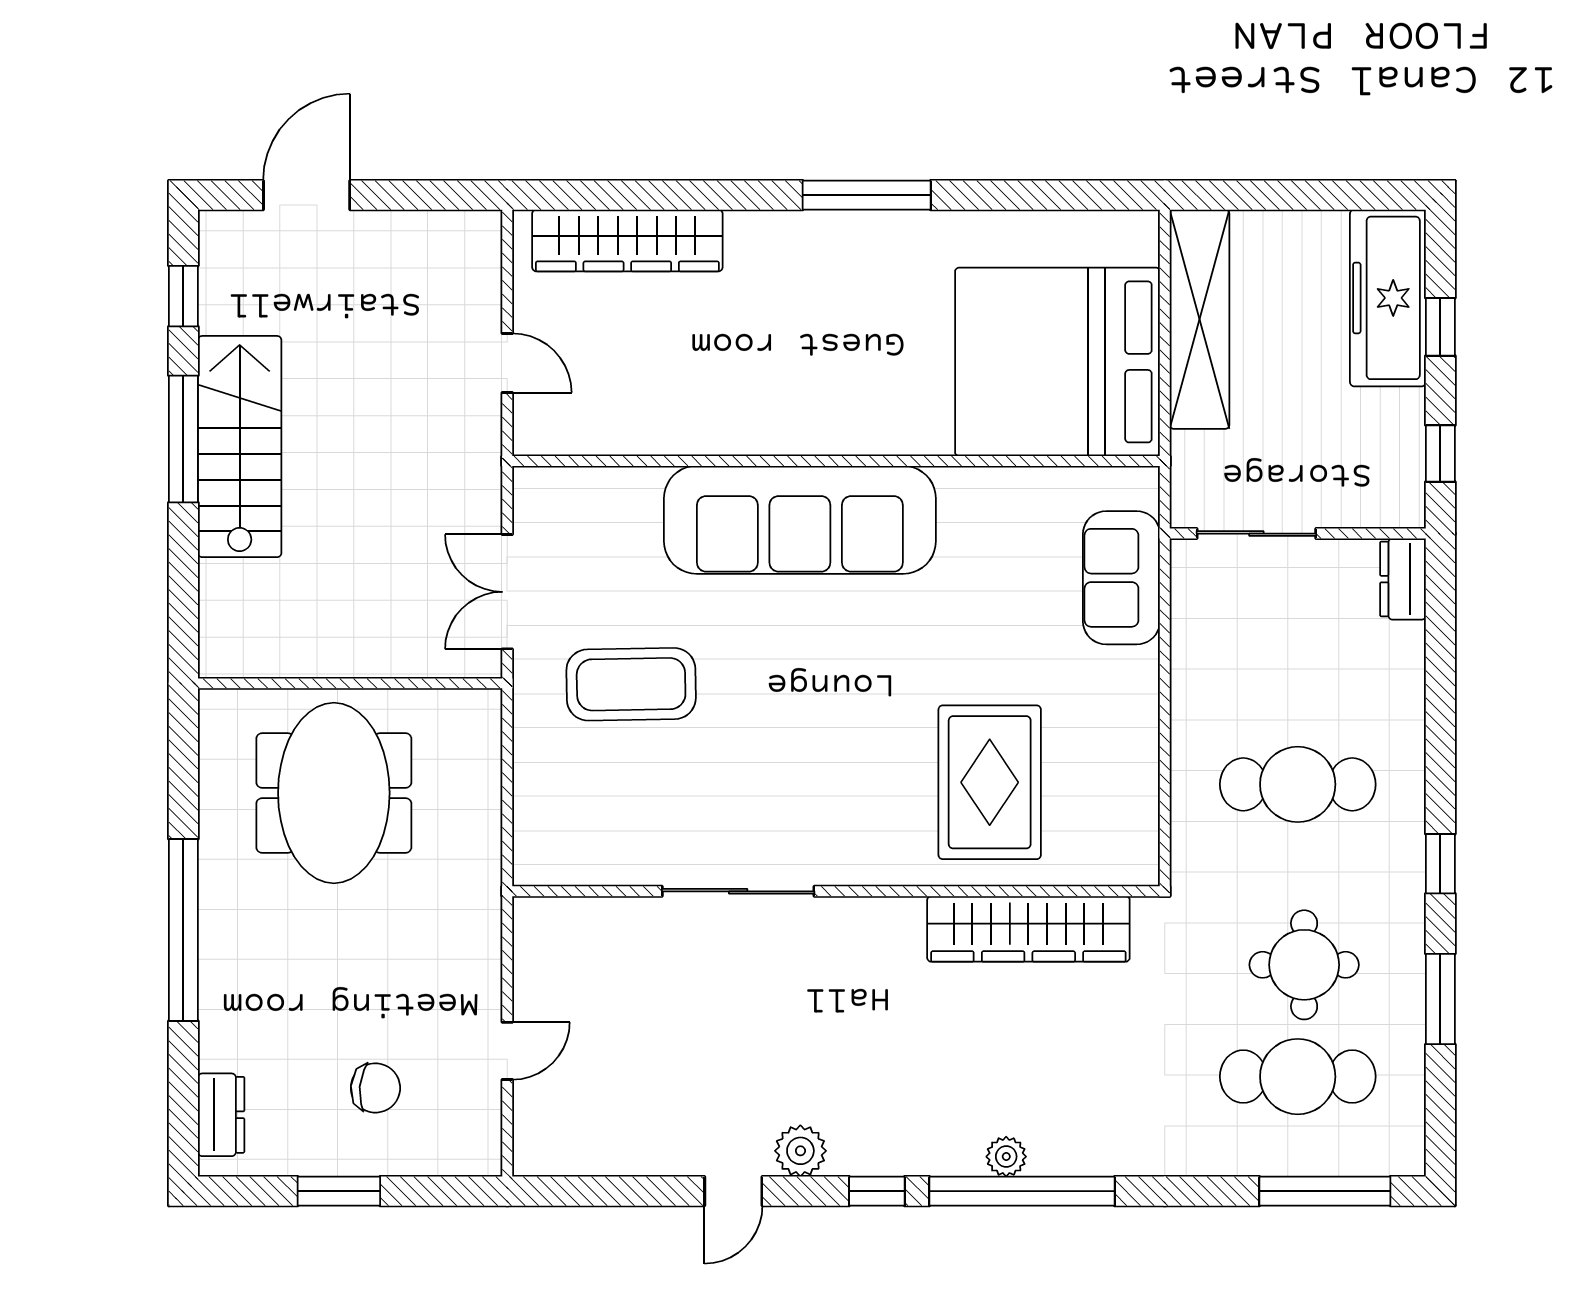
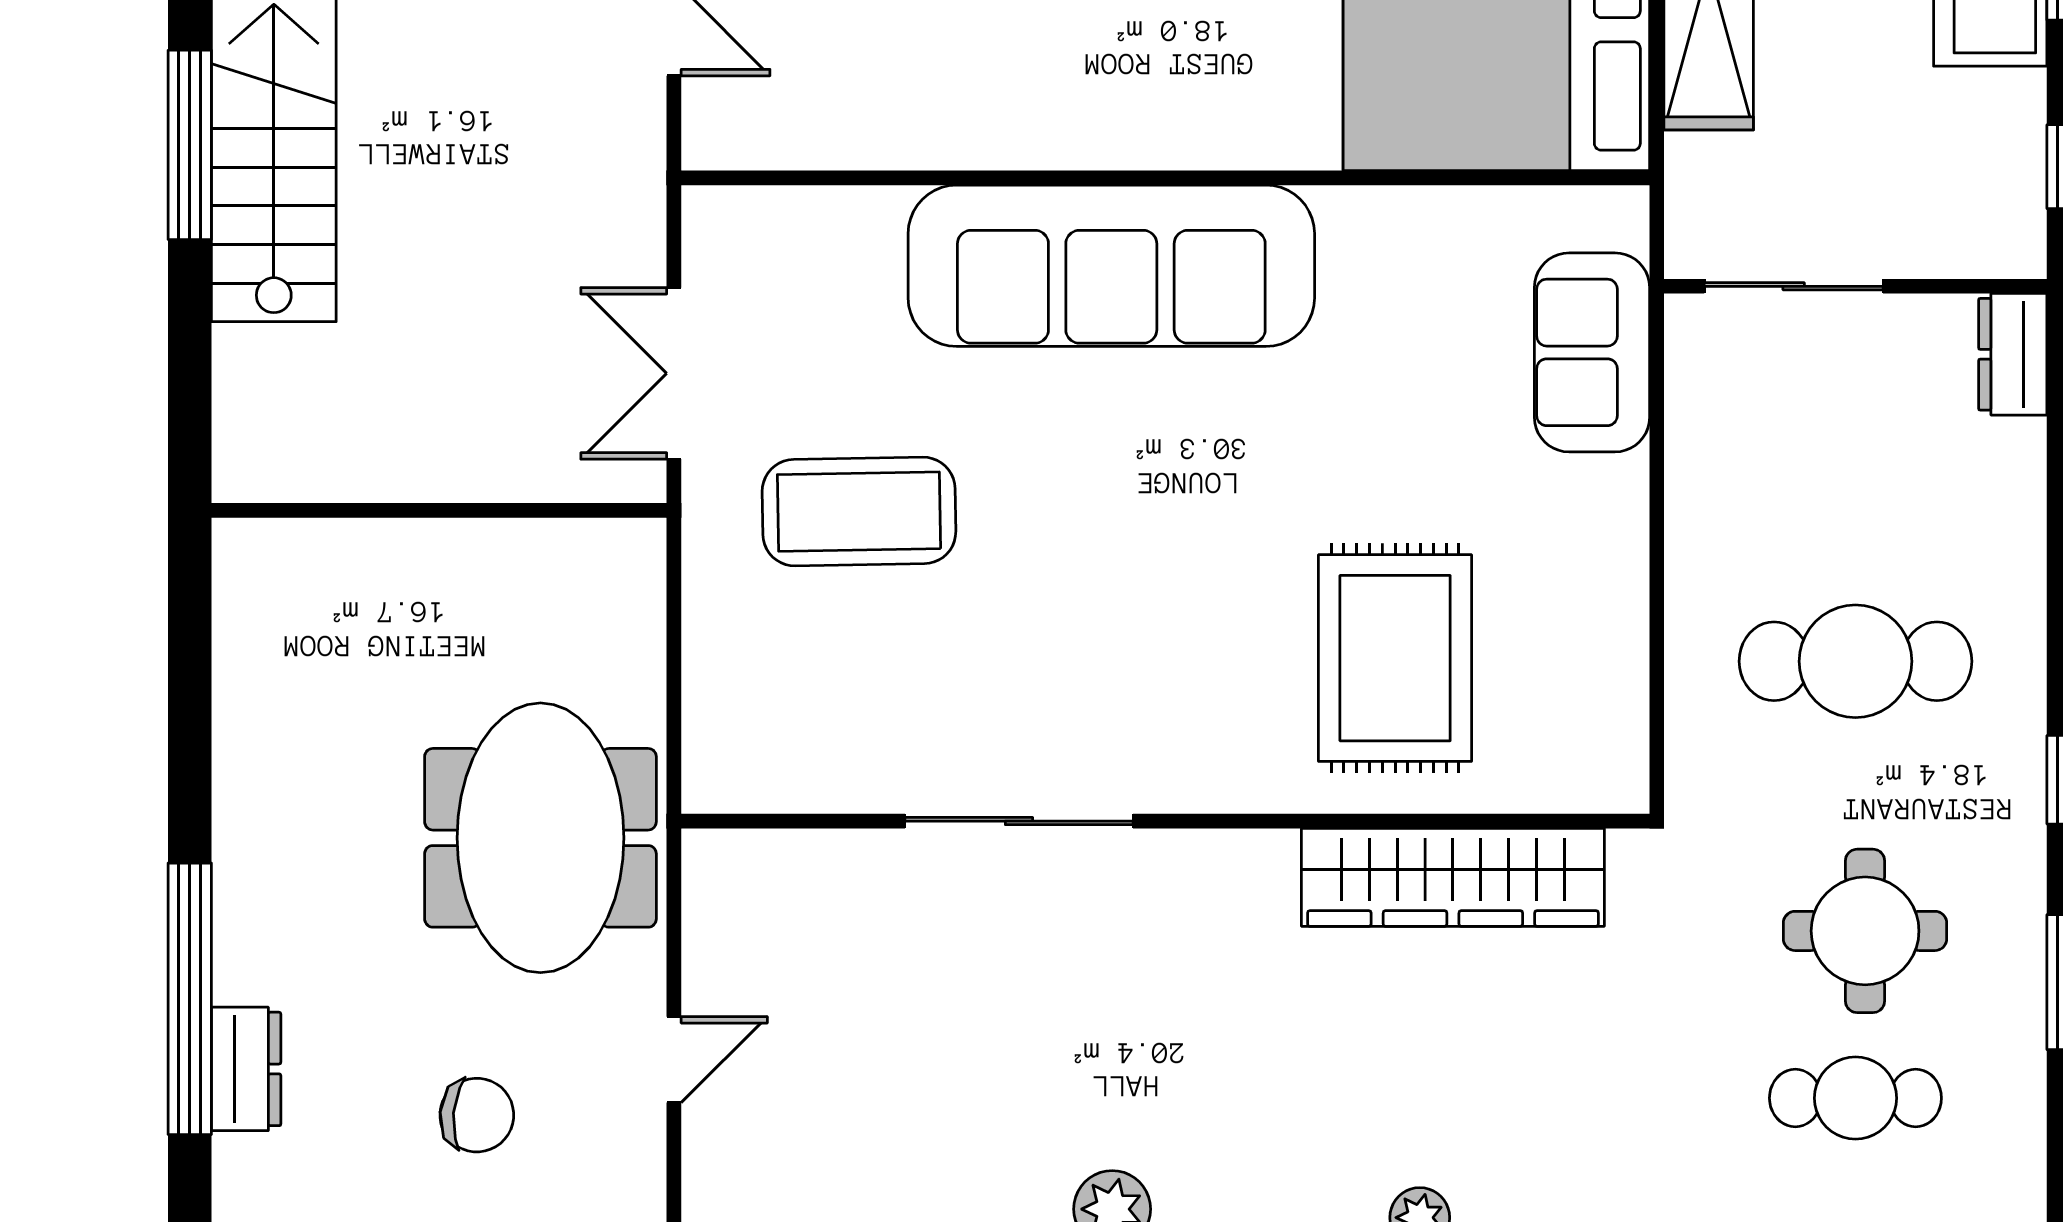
meeting table: (334, 793) -> (540, 838), moved
window: (183, 930) -> (190, 999), moved
cafe table: (1298, 1077) -> (1855, 1098), width x0.73, depth x0.74
dresser: (221, 1115) -> (246, 1069), moved

